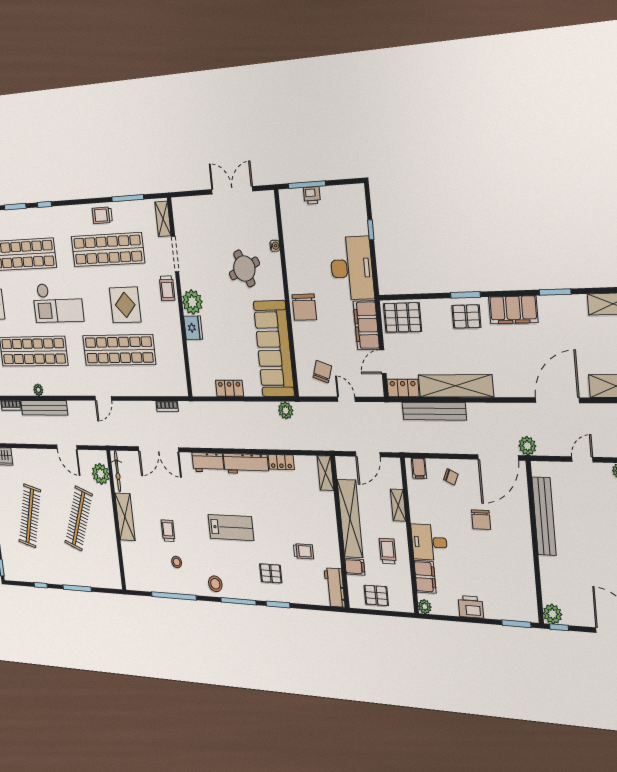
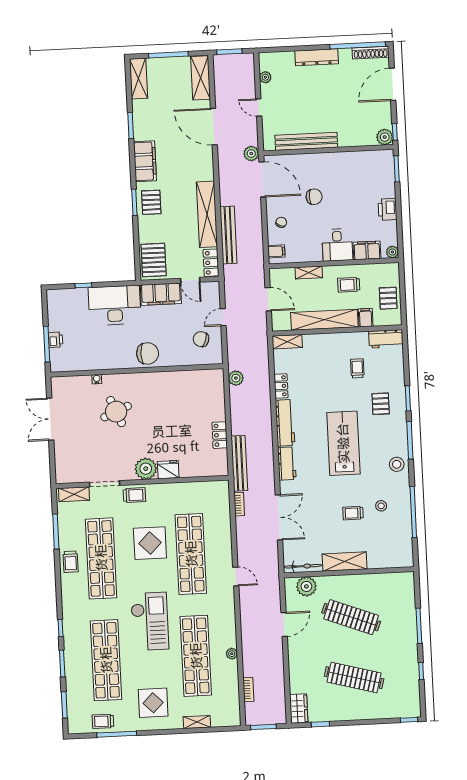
sofa: (274, 349) -> (184, 386), removed
bench: (44, 408) -> (239, 463), moved
lab bench: (231, 527) -> (343, 443), width x1.36, depth x1.39

